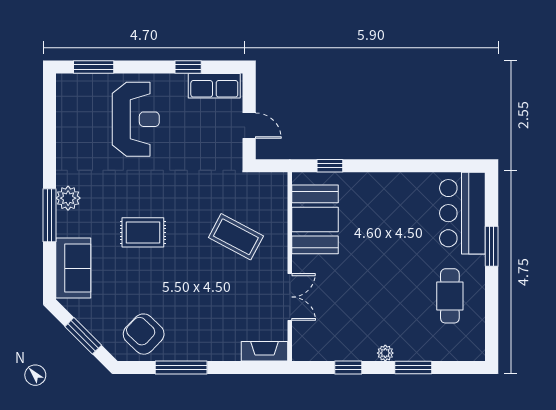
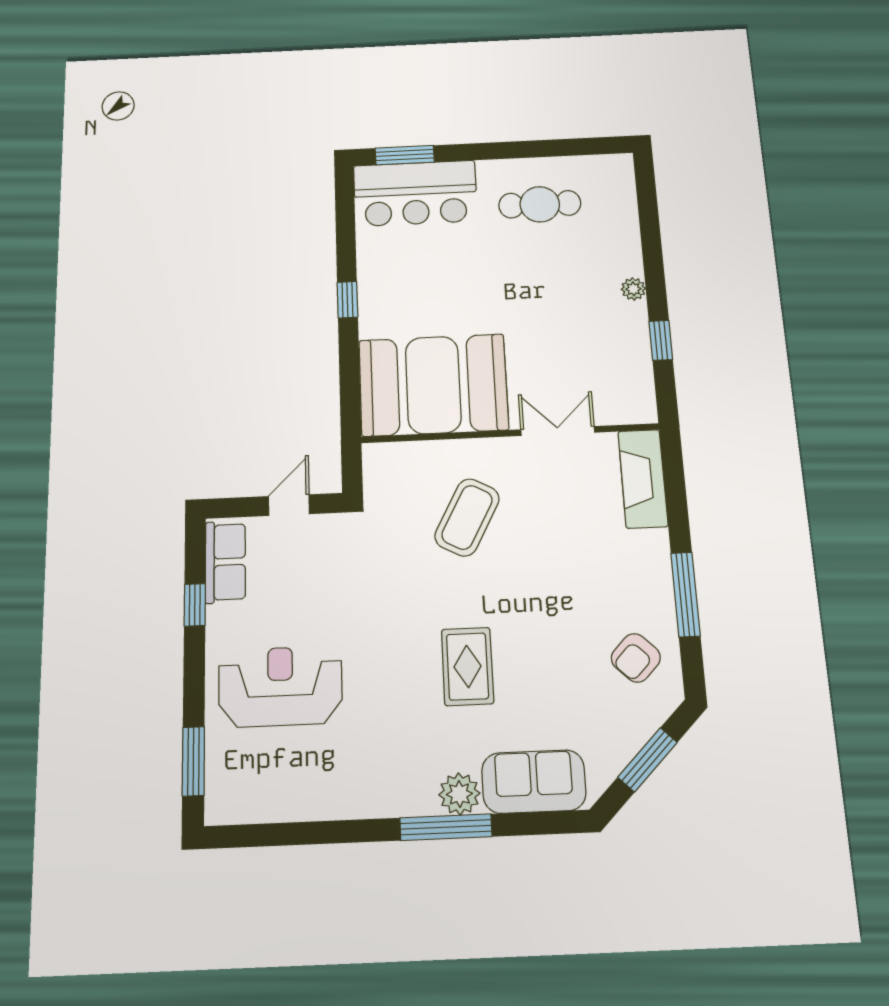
window: (330, 166) -> (347, 300), moved
plant: (68, 198) -> (459, 794), moved
booth: (315, 219) -> (433, 385), width x1.36, depth x1.42
window: (492, 246) -> (405, 155), moved
armchair: (144, 334) -> (636, 658), width x0.72, depth x0.72
fireplace: (264, 351) -> (643, 479), width x1.37, depth x1.32
window: (413, 368) -> (652, 249), removed

